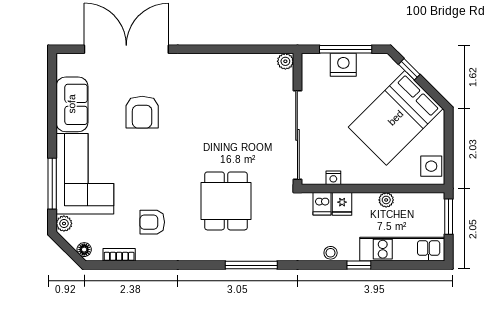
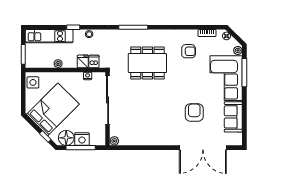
floor lamp: (372, 67) -> (66, 138), added
dining table: (226, 201) -> (147, 63), width x1.37

